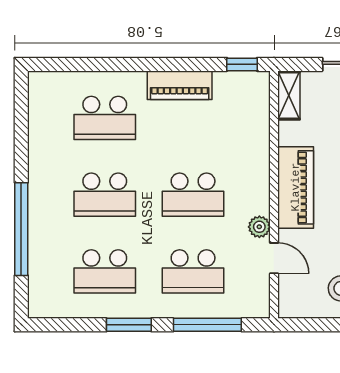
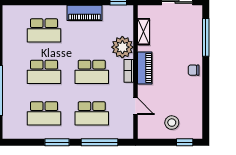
shelving: (289, 95) -> (143, 32), moved
piano: (296, 187) -> (145, 68), width x0.73, depth x0.75
bookcase: (262, 193) -> (129, 71), added
plant: (259, 227) -> (122, 47), moved, width x1.88, depth x1.88

